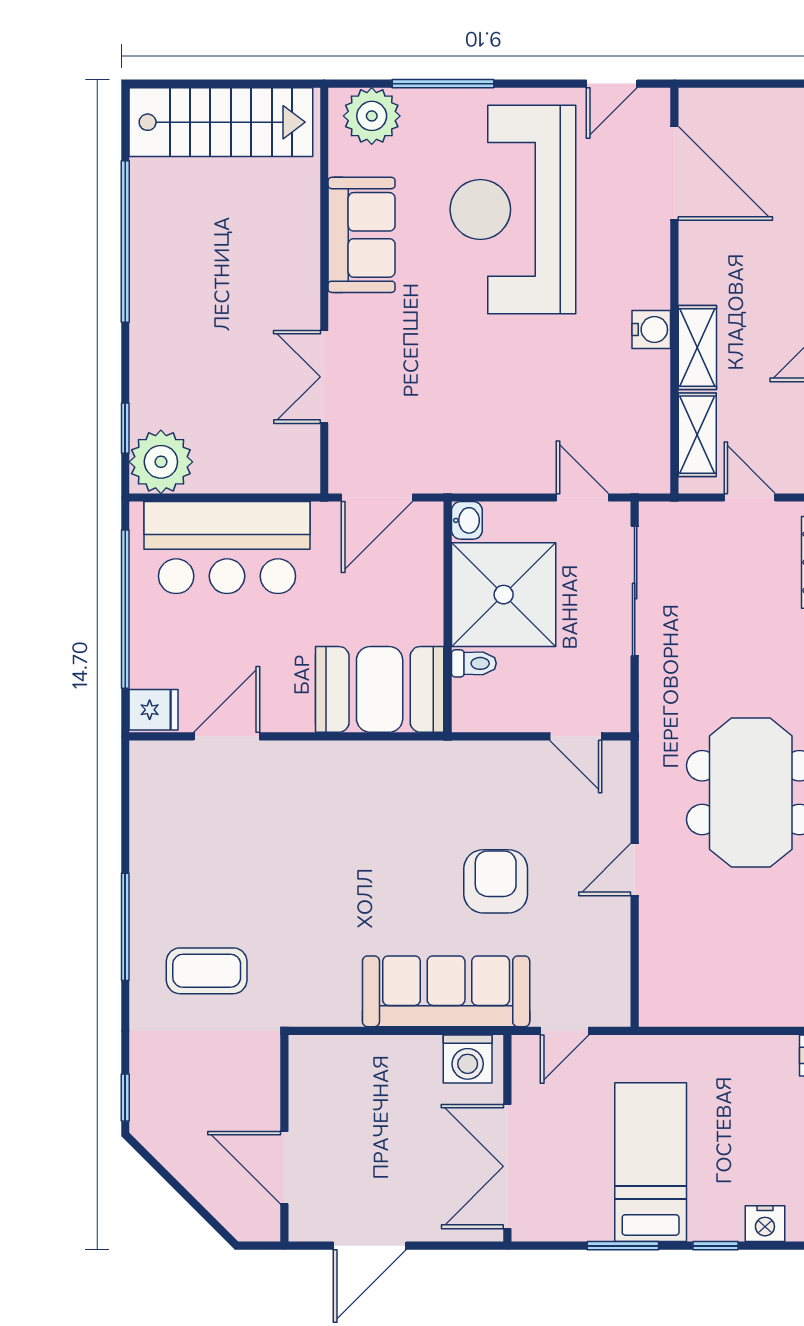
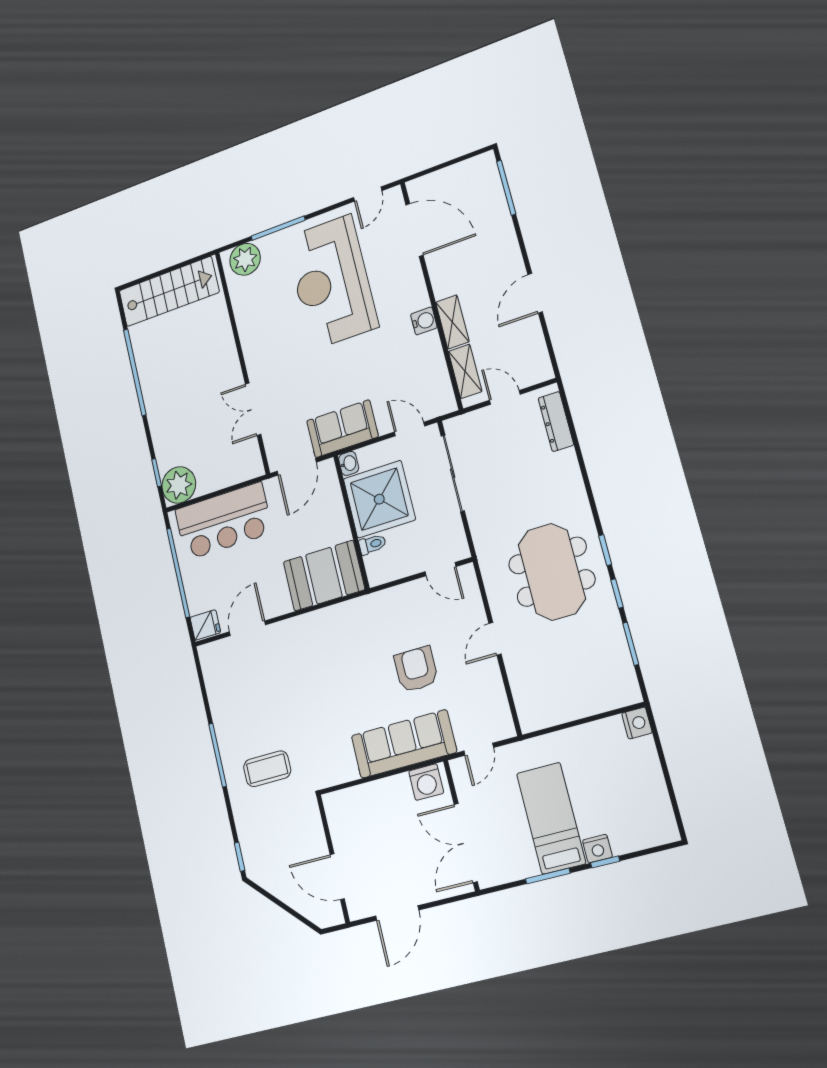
sofa: (362, 235) -> (342, 429), moved, turned -90
nightstand: (765, 1224) -> (597, 849), moved

